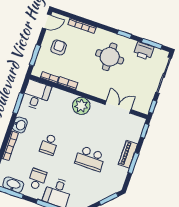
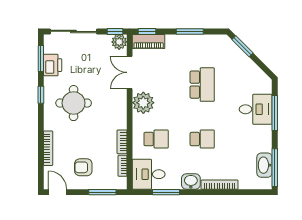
plant: (81, 106) -> (143, 103), moved
plant: (144, 107) -> (119, 42), added
piano: (128, 154) -> (149, 42), moved
school desk: (37, 179) -> (156, 139), moved, turned 180

